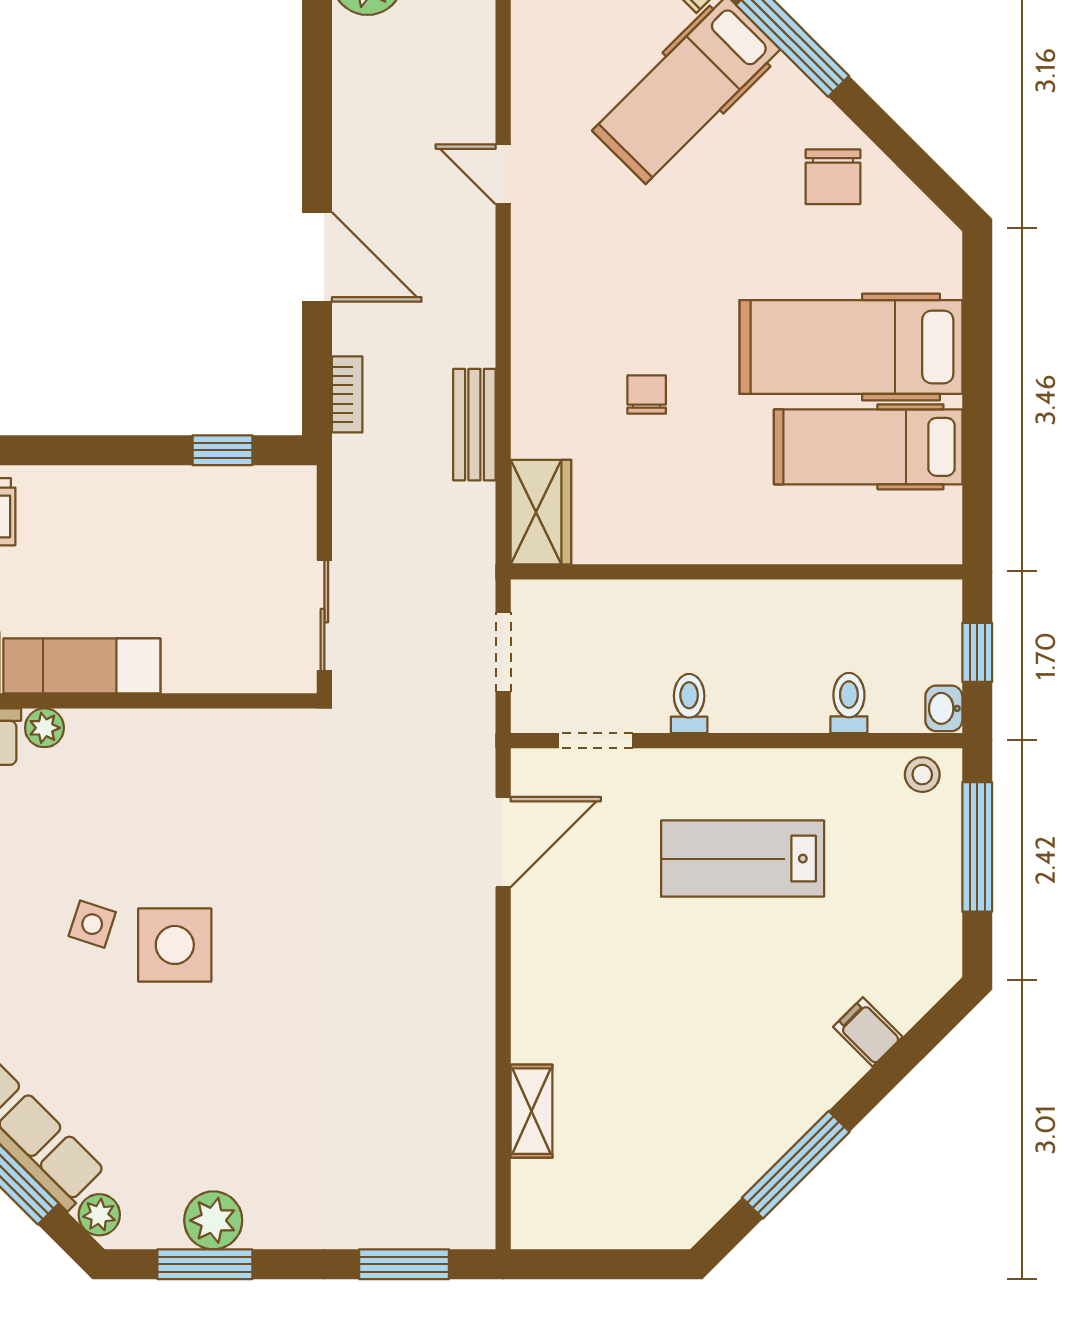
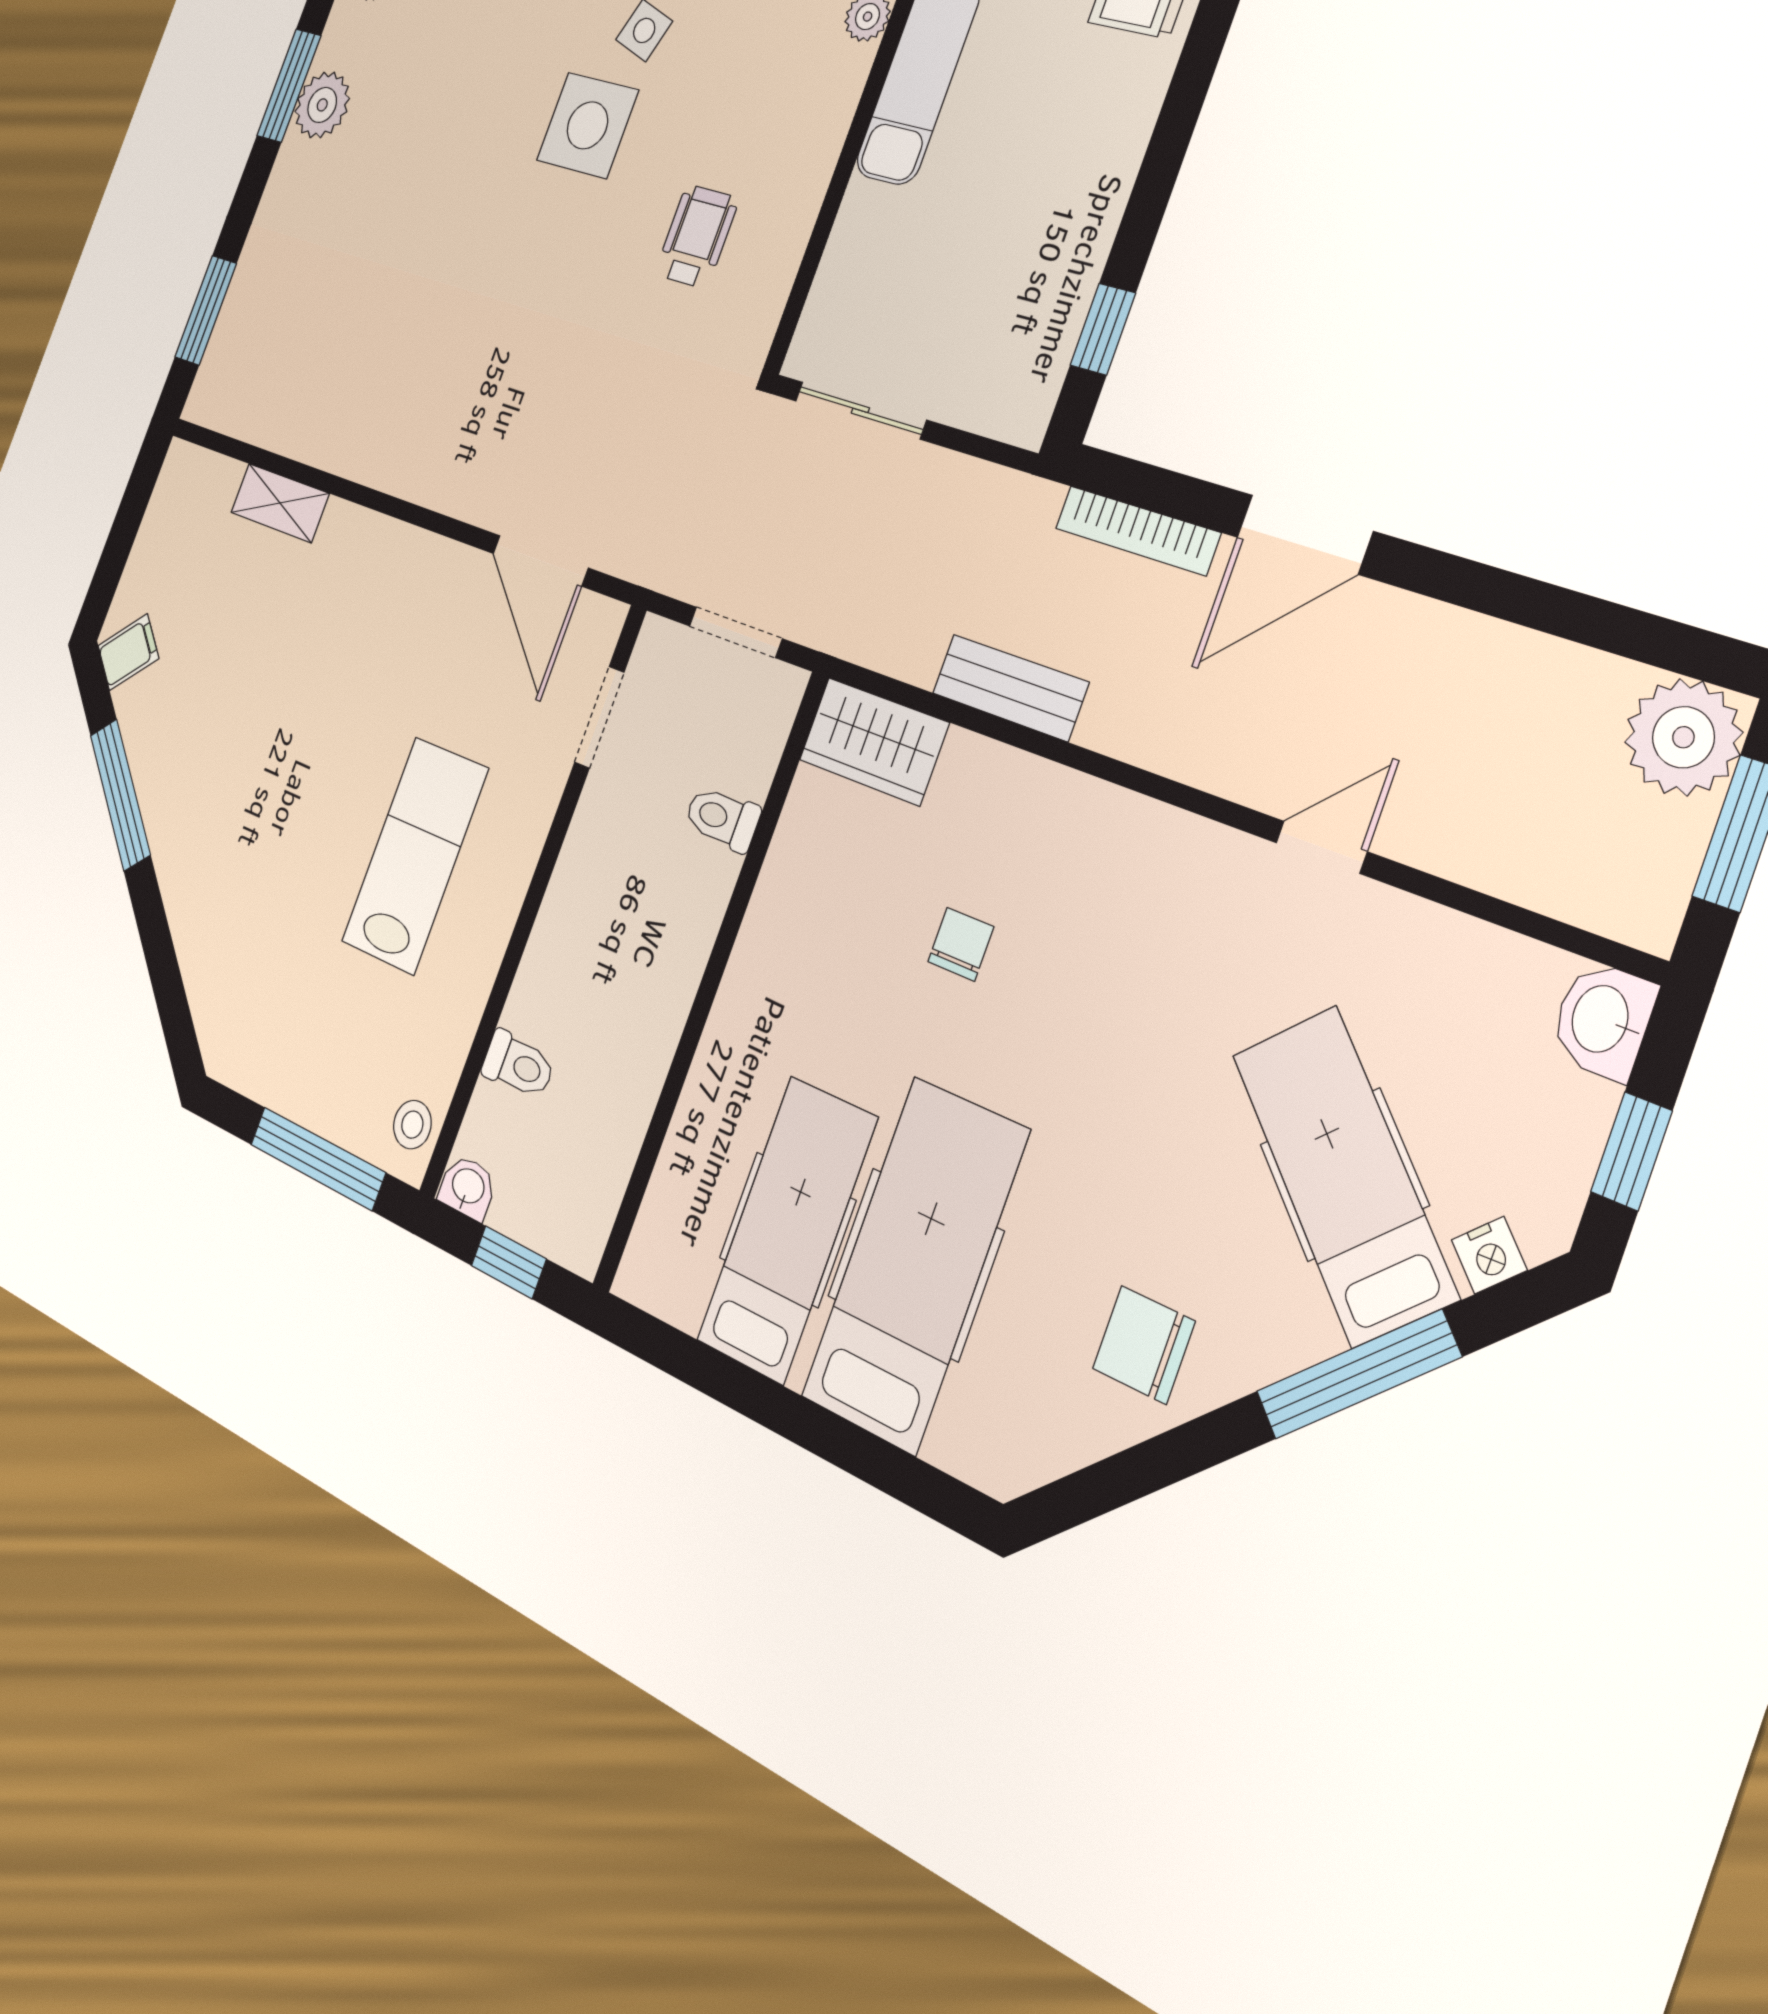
bookcase: (347, 394) -> (1138, 531), width x1.56
chair: (647, 395) -> (961, 944), turned -90
toilet: (689, 704) -> (722, 818), moved, turned 180
wheelchair: (235, 807) -> (697, 236), added
filing cabinet: (868, 1032) -> (128, 652), moved

